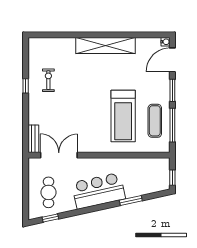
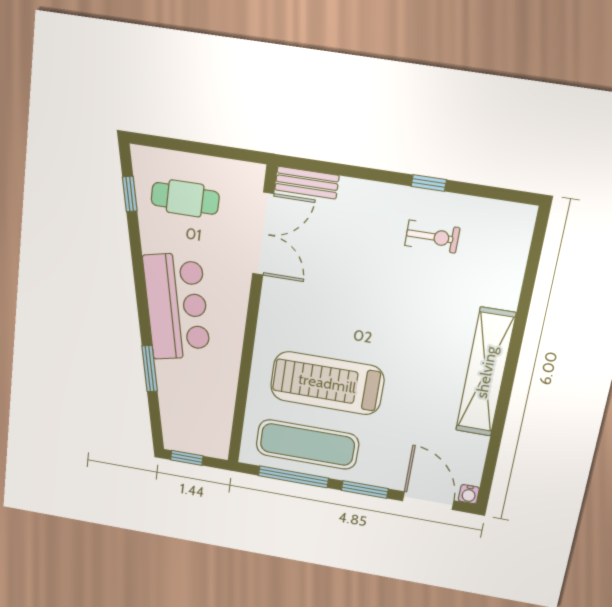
exercise mat: (155, 121) -> (307, 444), width x1.36, depth x1.45

